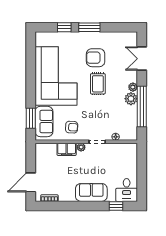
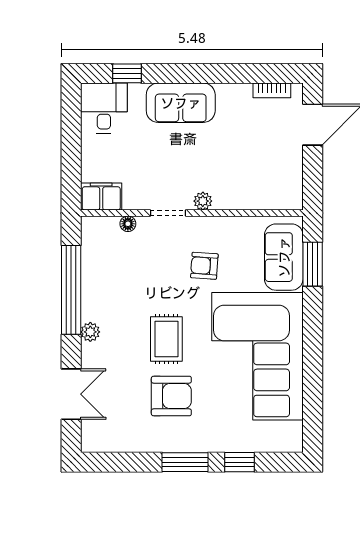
plant: (131, 99) -> (94, 307), removed
armchair: (72, 127) -> (204, 266), moved
filing cabinet: (67, 149) -> (101, 197), moved

